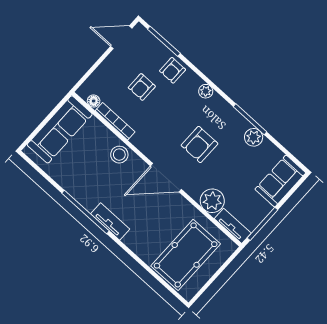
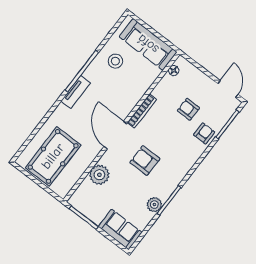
armchair: (173, 70) -> (204, 133), turned 90
plant: (206, 91) -> (189, 162), removed
bookcase: (115, 121) -> (142, 111), moved
stool: (119, 155) -> (115, 61), moved
tv unit: (233, 226) -> (80, 193), removed
pool table: (186, 255) -> (53, 156), turned 90

